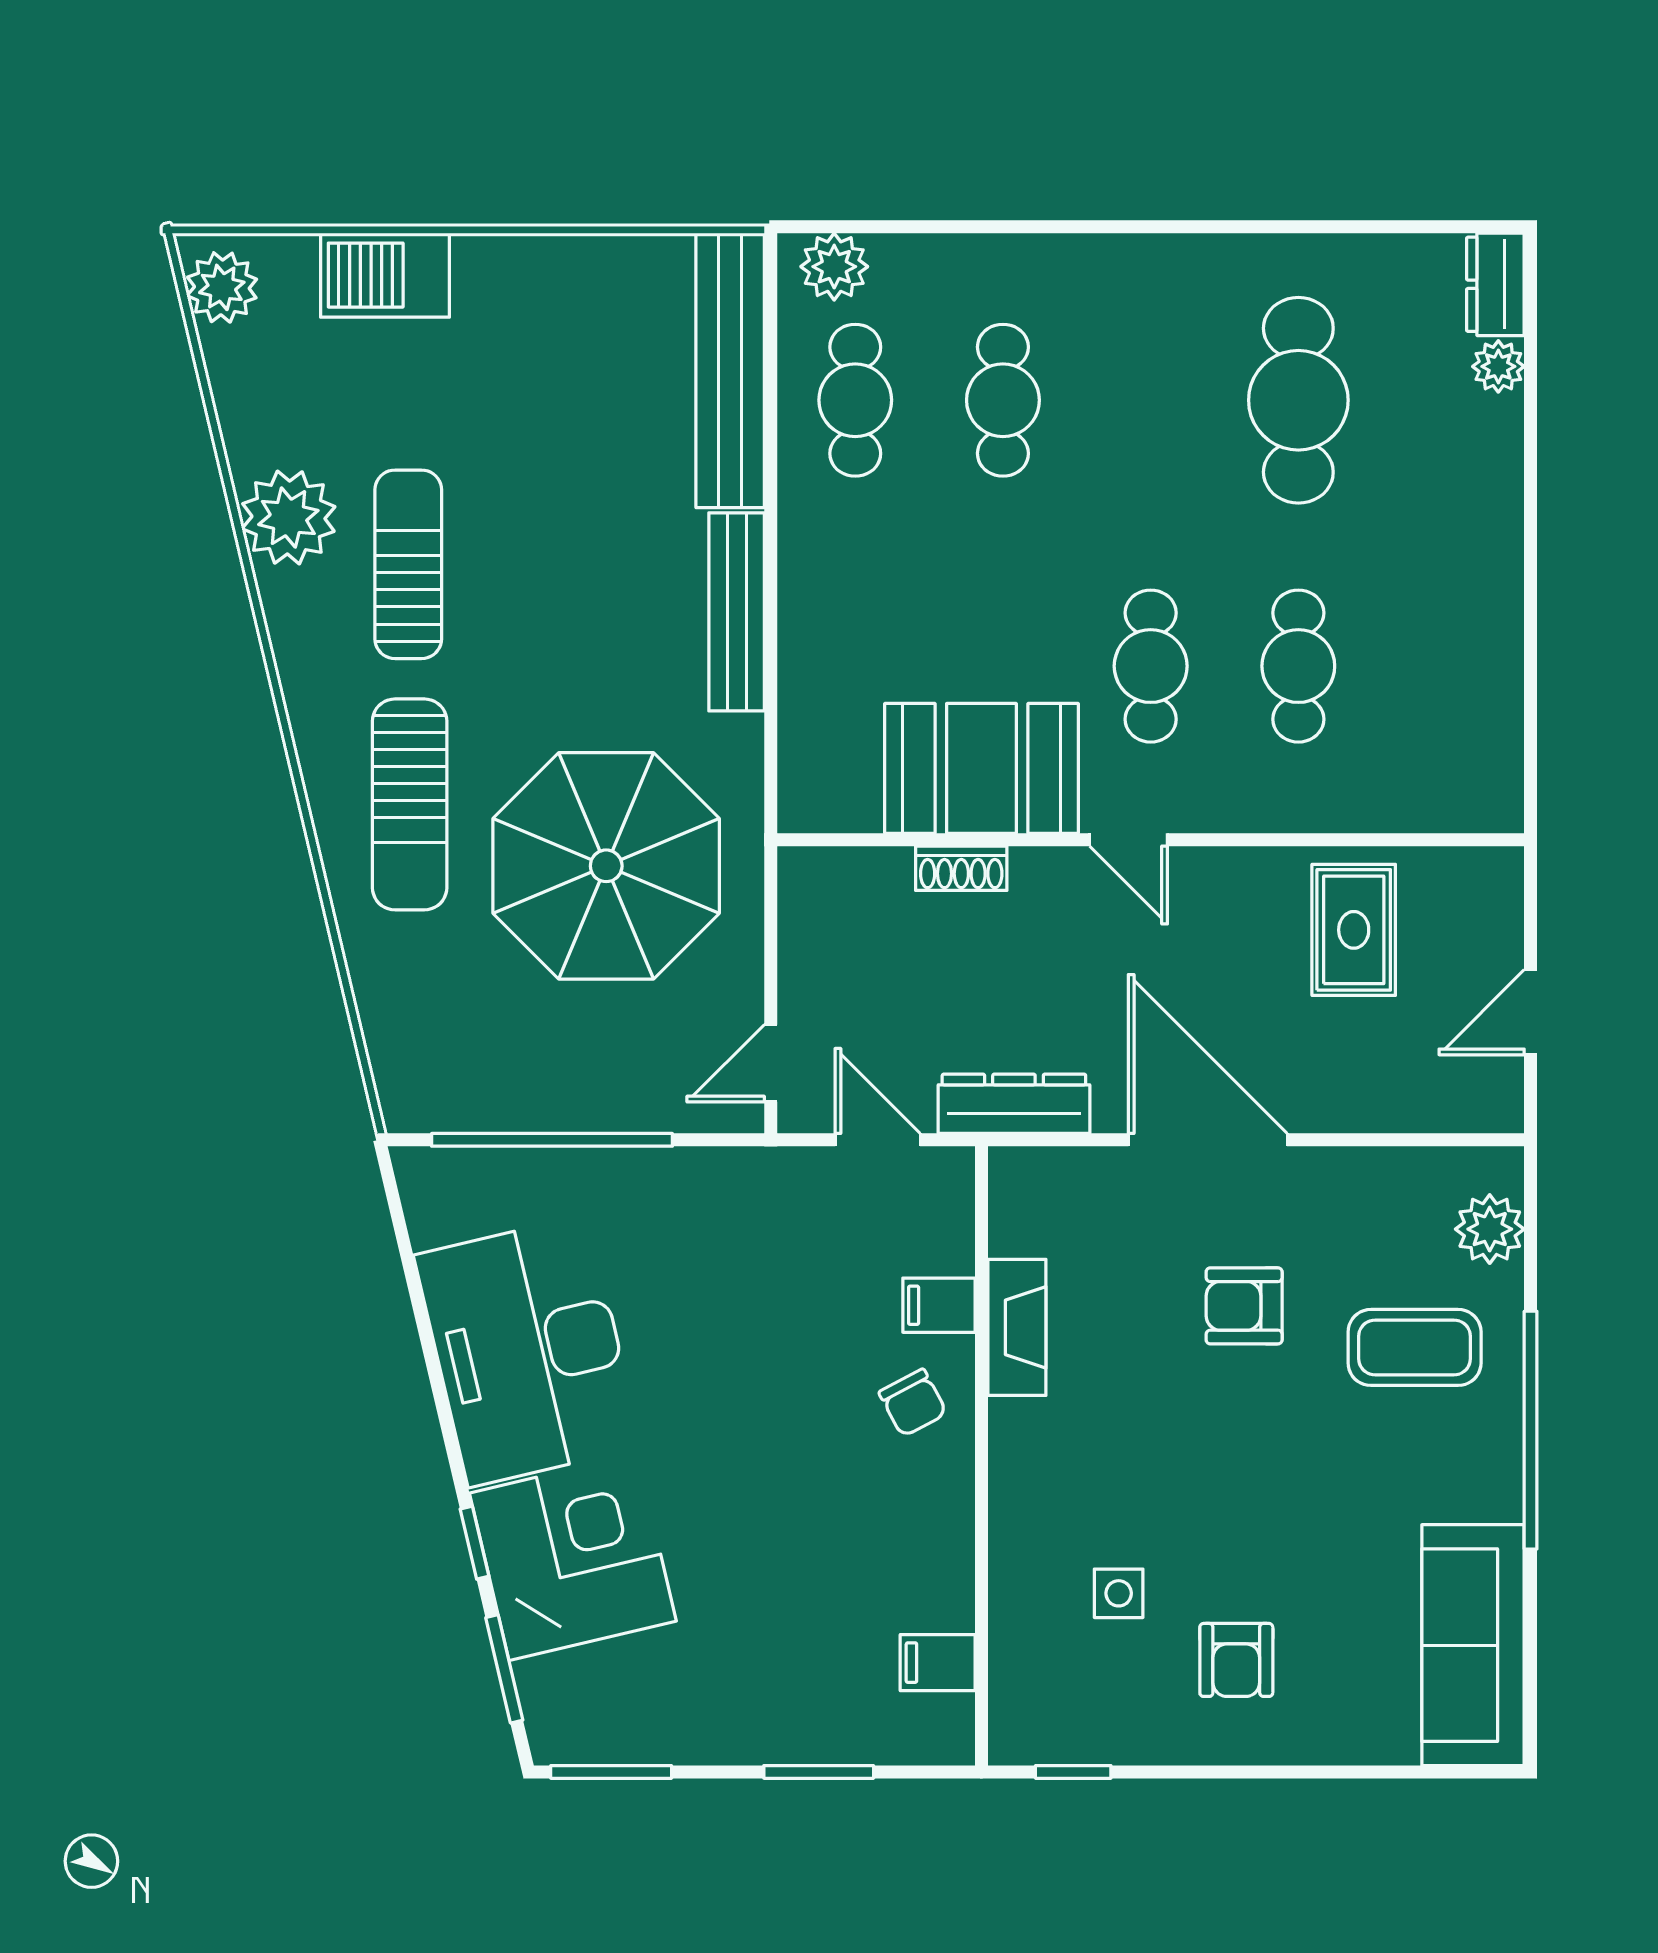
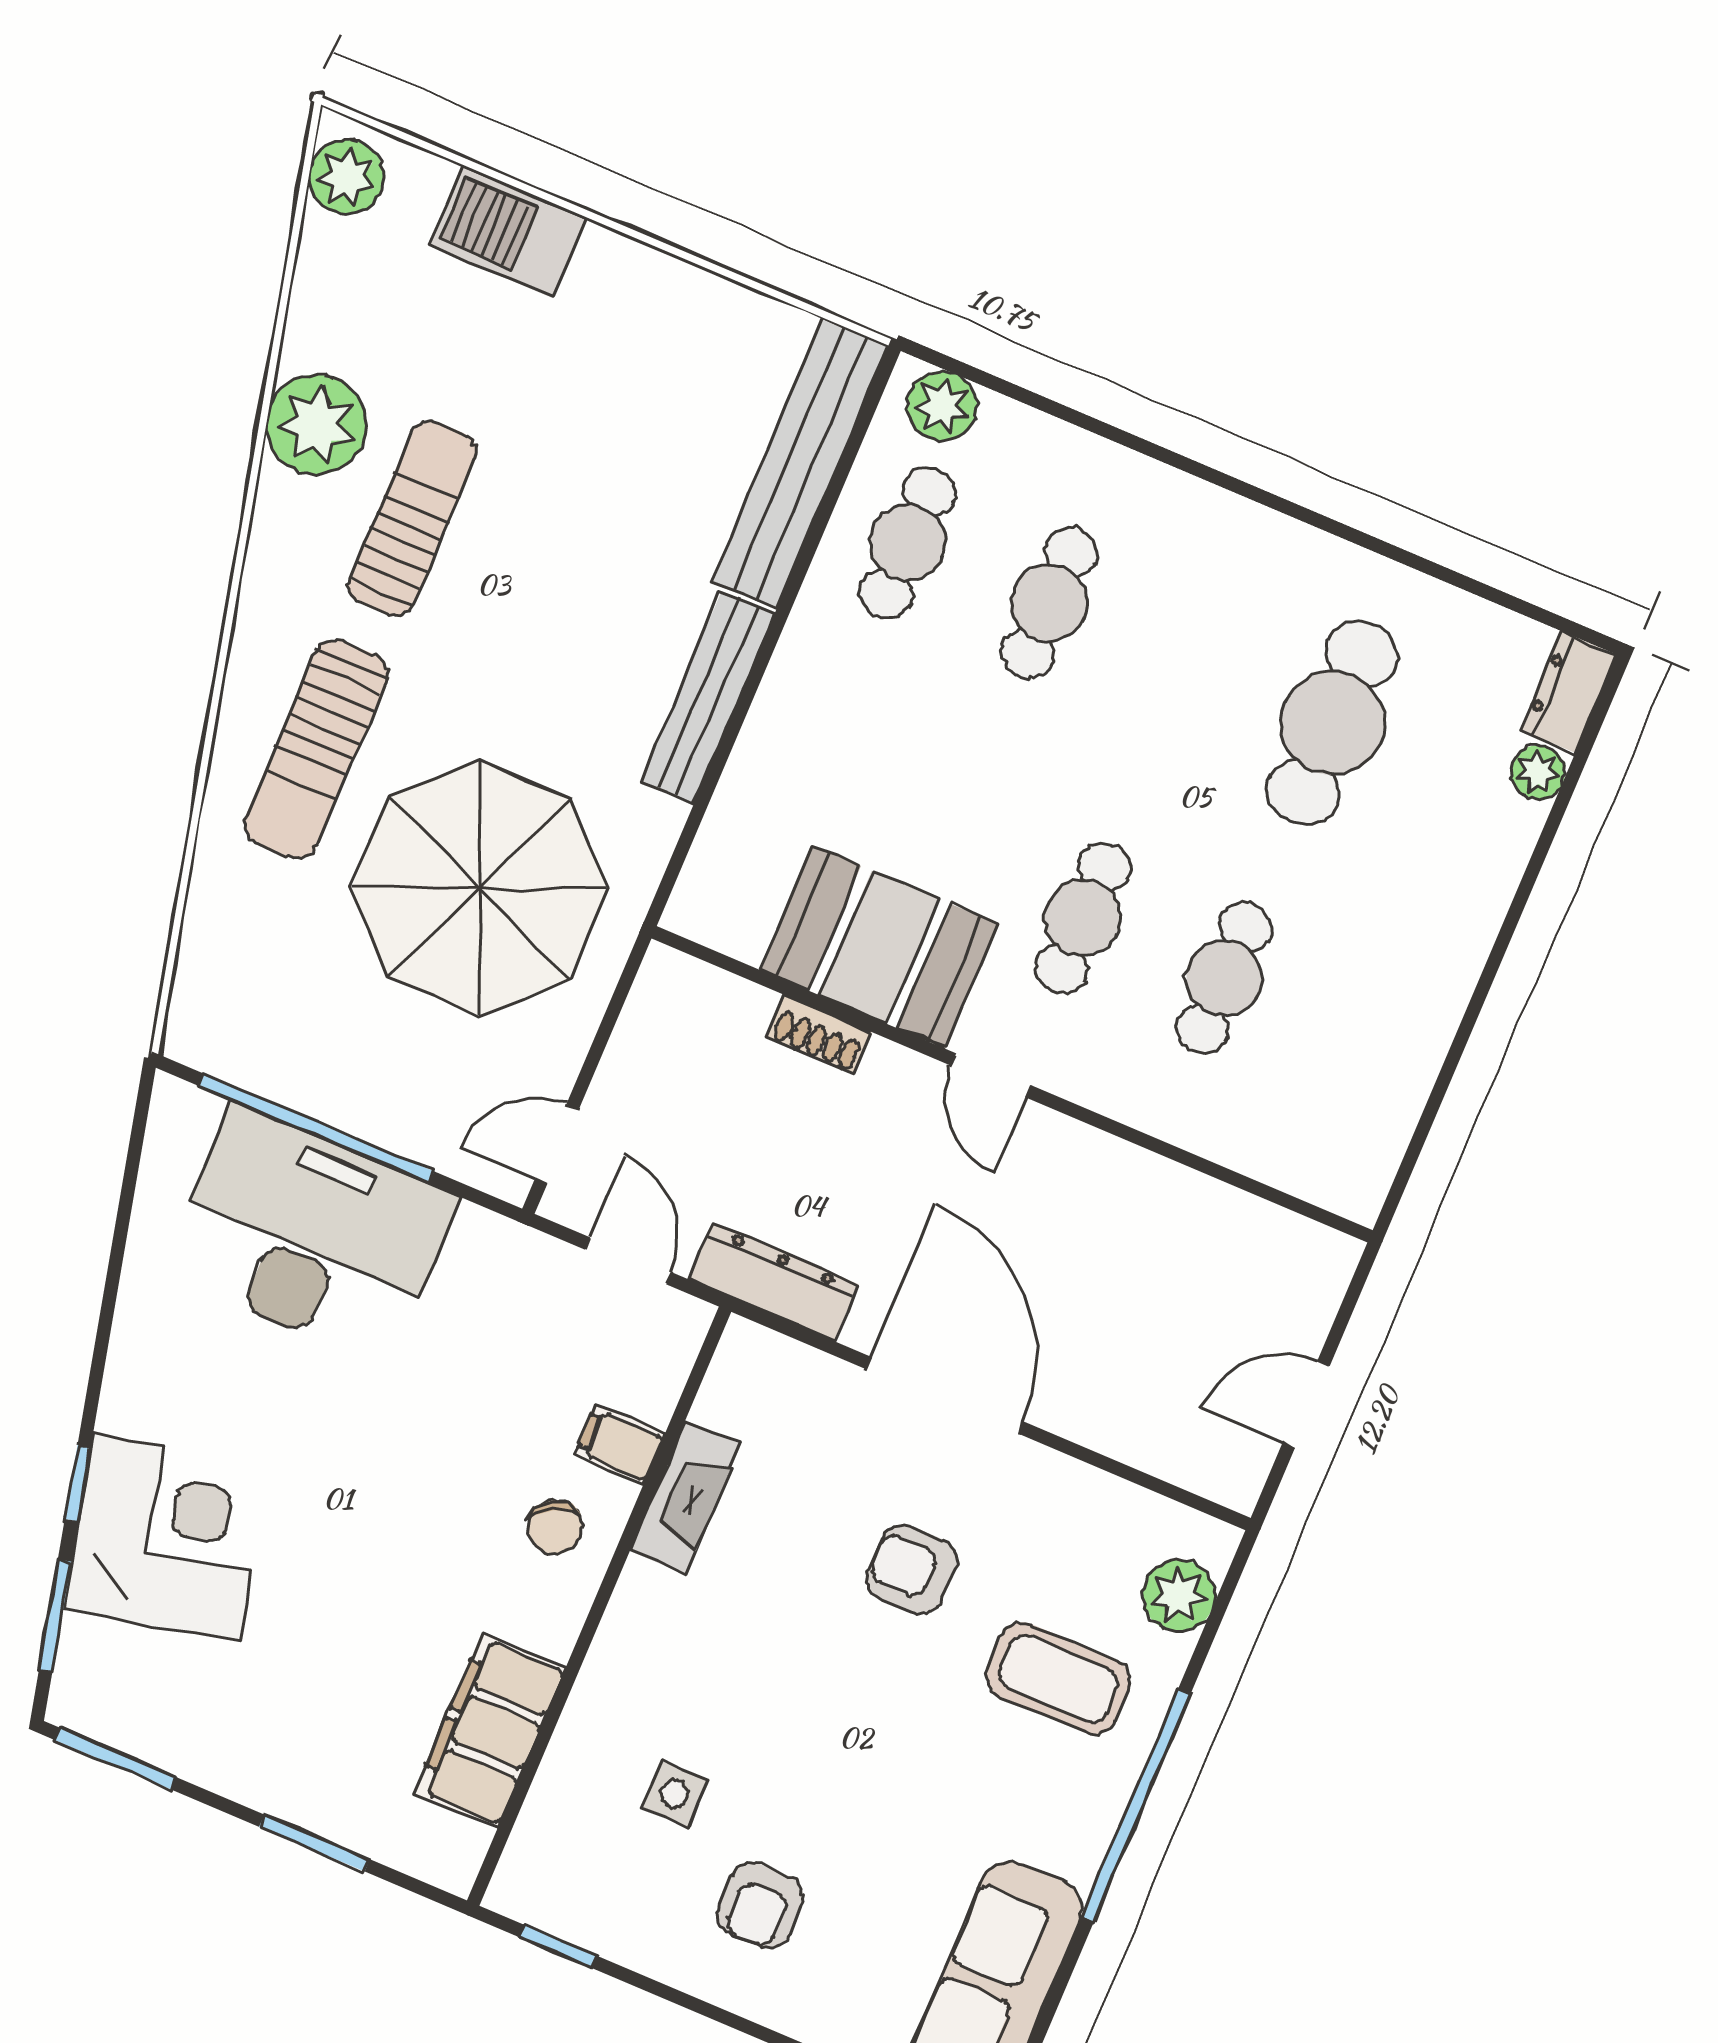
rug: (1354, 930) -> (1170, 1253), removed
desk: (528, 1351) -> (310, 1235), moved, turned 103
filing cabinet: (938, 1663) -> (490, 1730), width x3.00, depth x1.17

